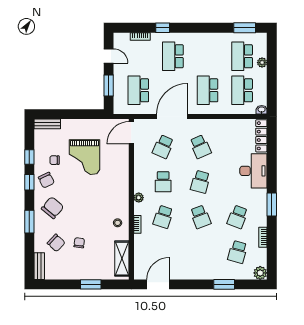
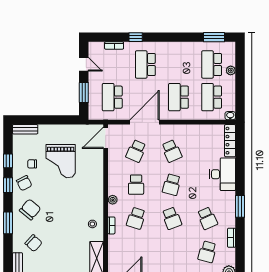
school desk: (238, 217) -> (207, 218), turned -45
chair: (79, 243) -> (56, 243), removed

